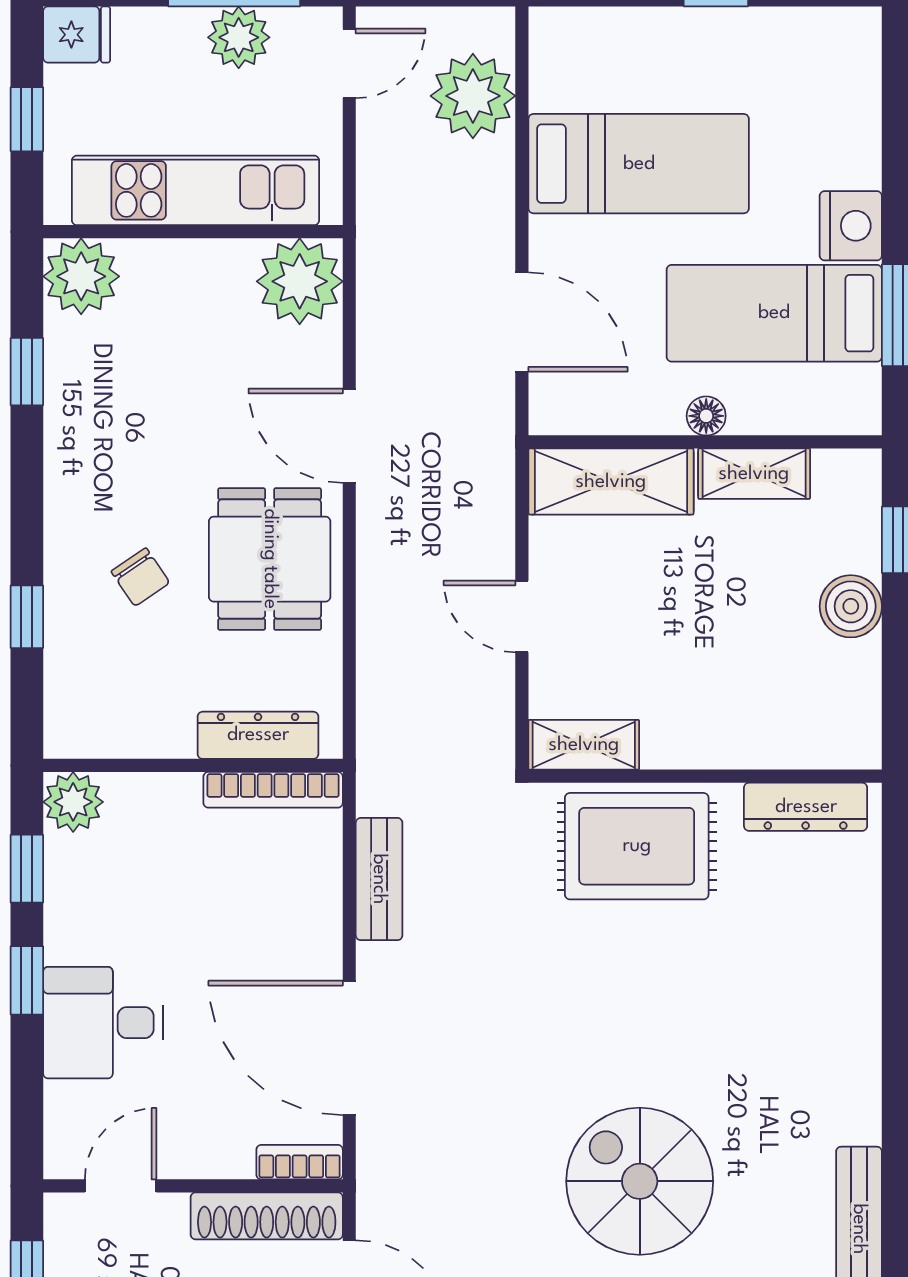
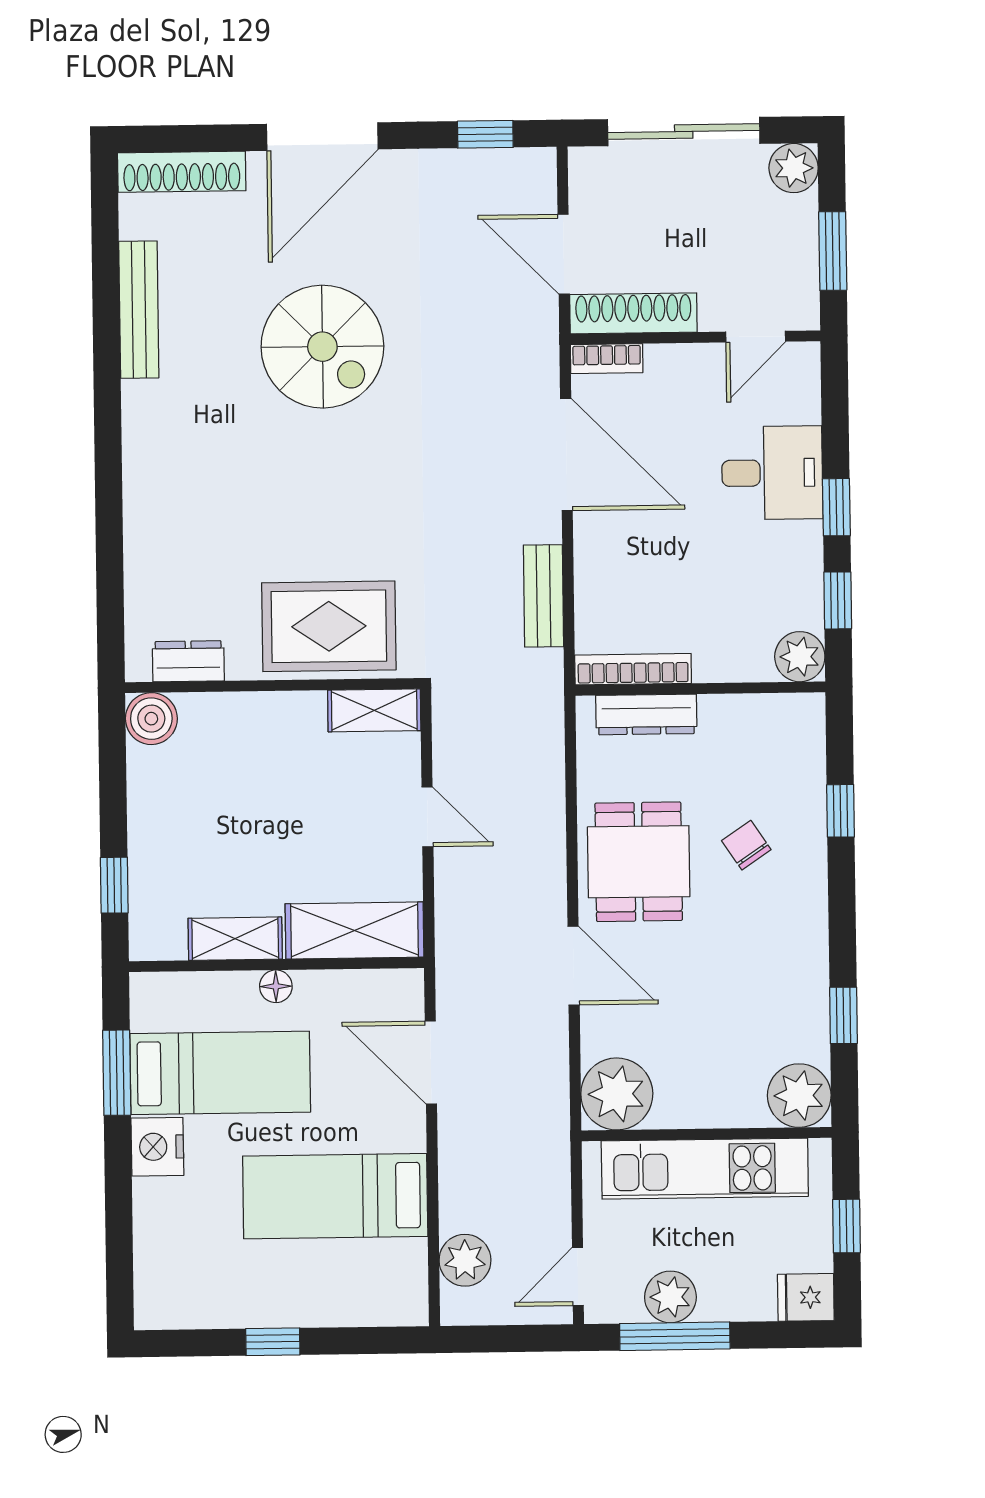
plant: (473, 96) -> (465, 1260), width x0.73, depth x0.73
boiler: (851, 606) -> (151, 719), moved
dresser: (806, 807) -> (188, 661), width x0.70

